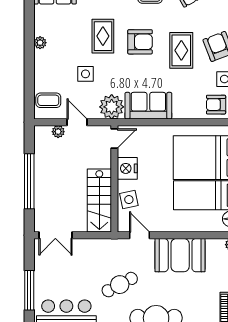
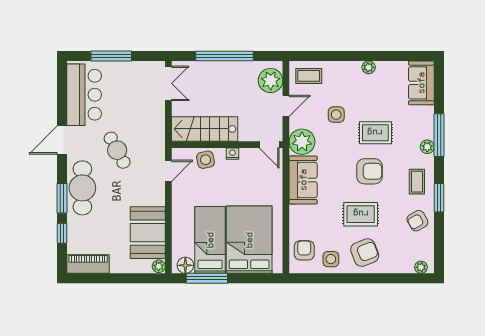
armchair: (140, 42) -> (370, 171), turned -90
coffee table: (48, 100) -> (309, 76), turned 90
plant: (58, 132) -> (271, 81), width x1.88, depth x1.88
nightstand: (127, 168) -> (233, 154), width x0.53, depth x0.56
double door: (55, 235) -> (168, 83), swing flipped
booth: (180, 255) -> (148, 233), moved

